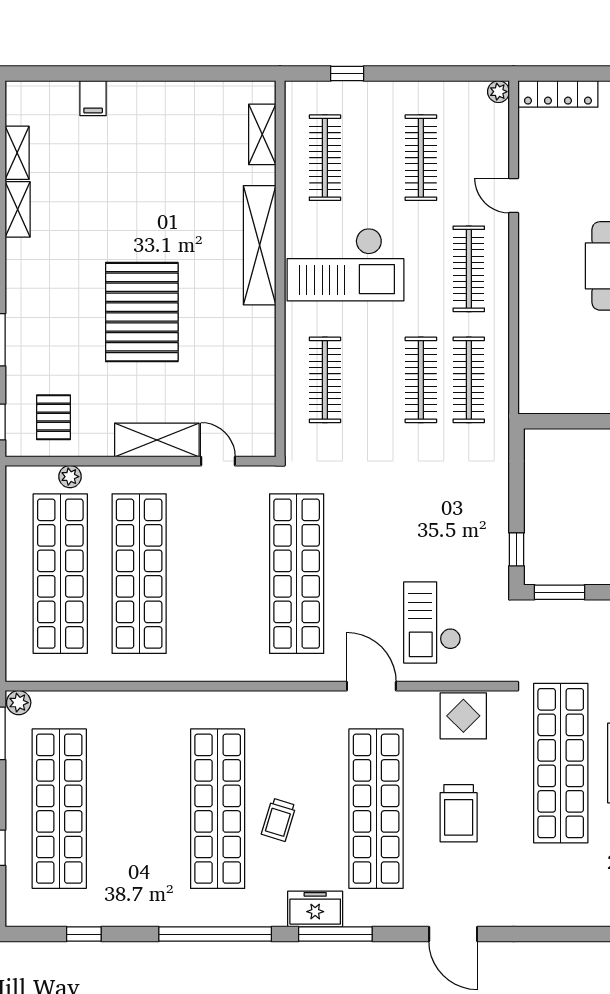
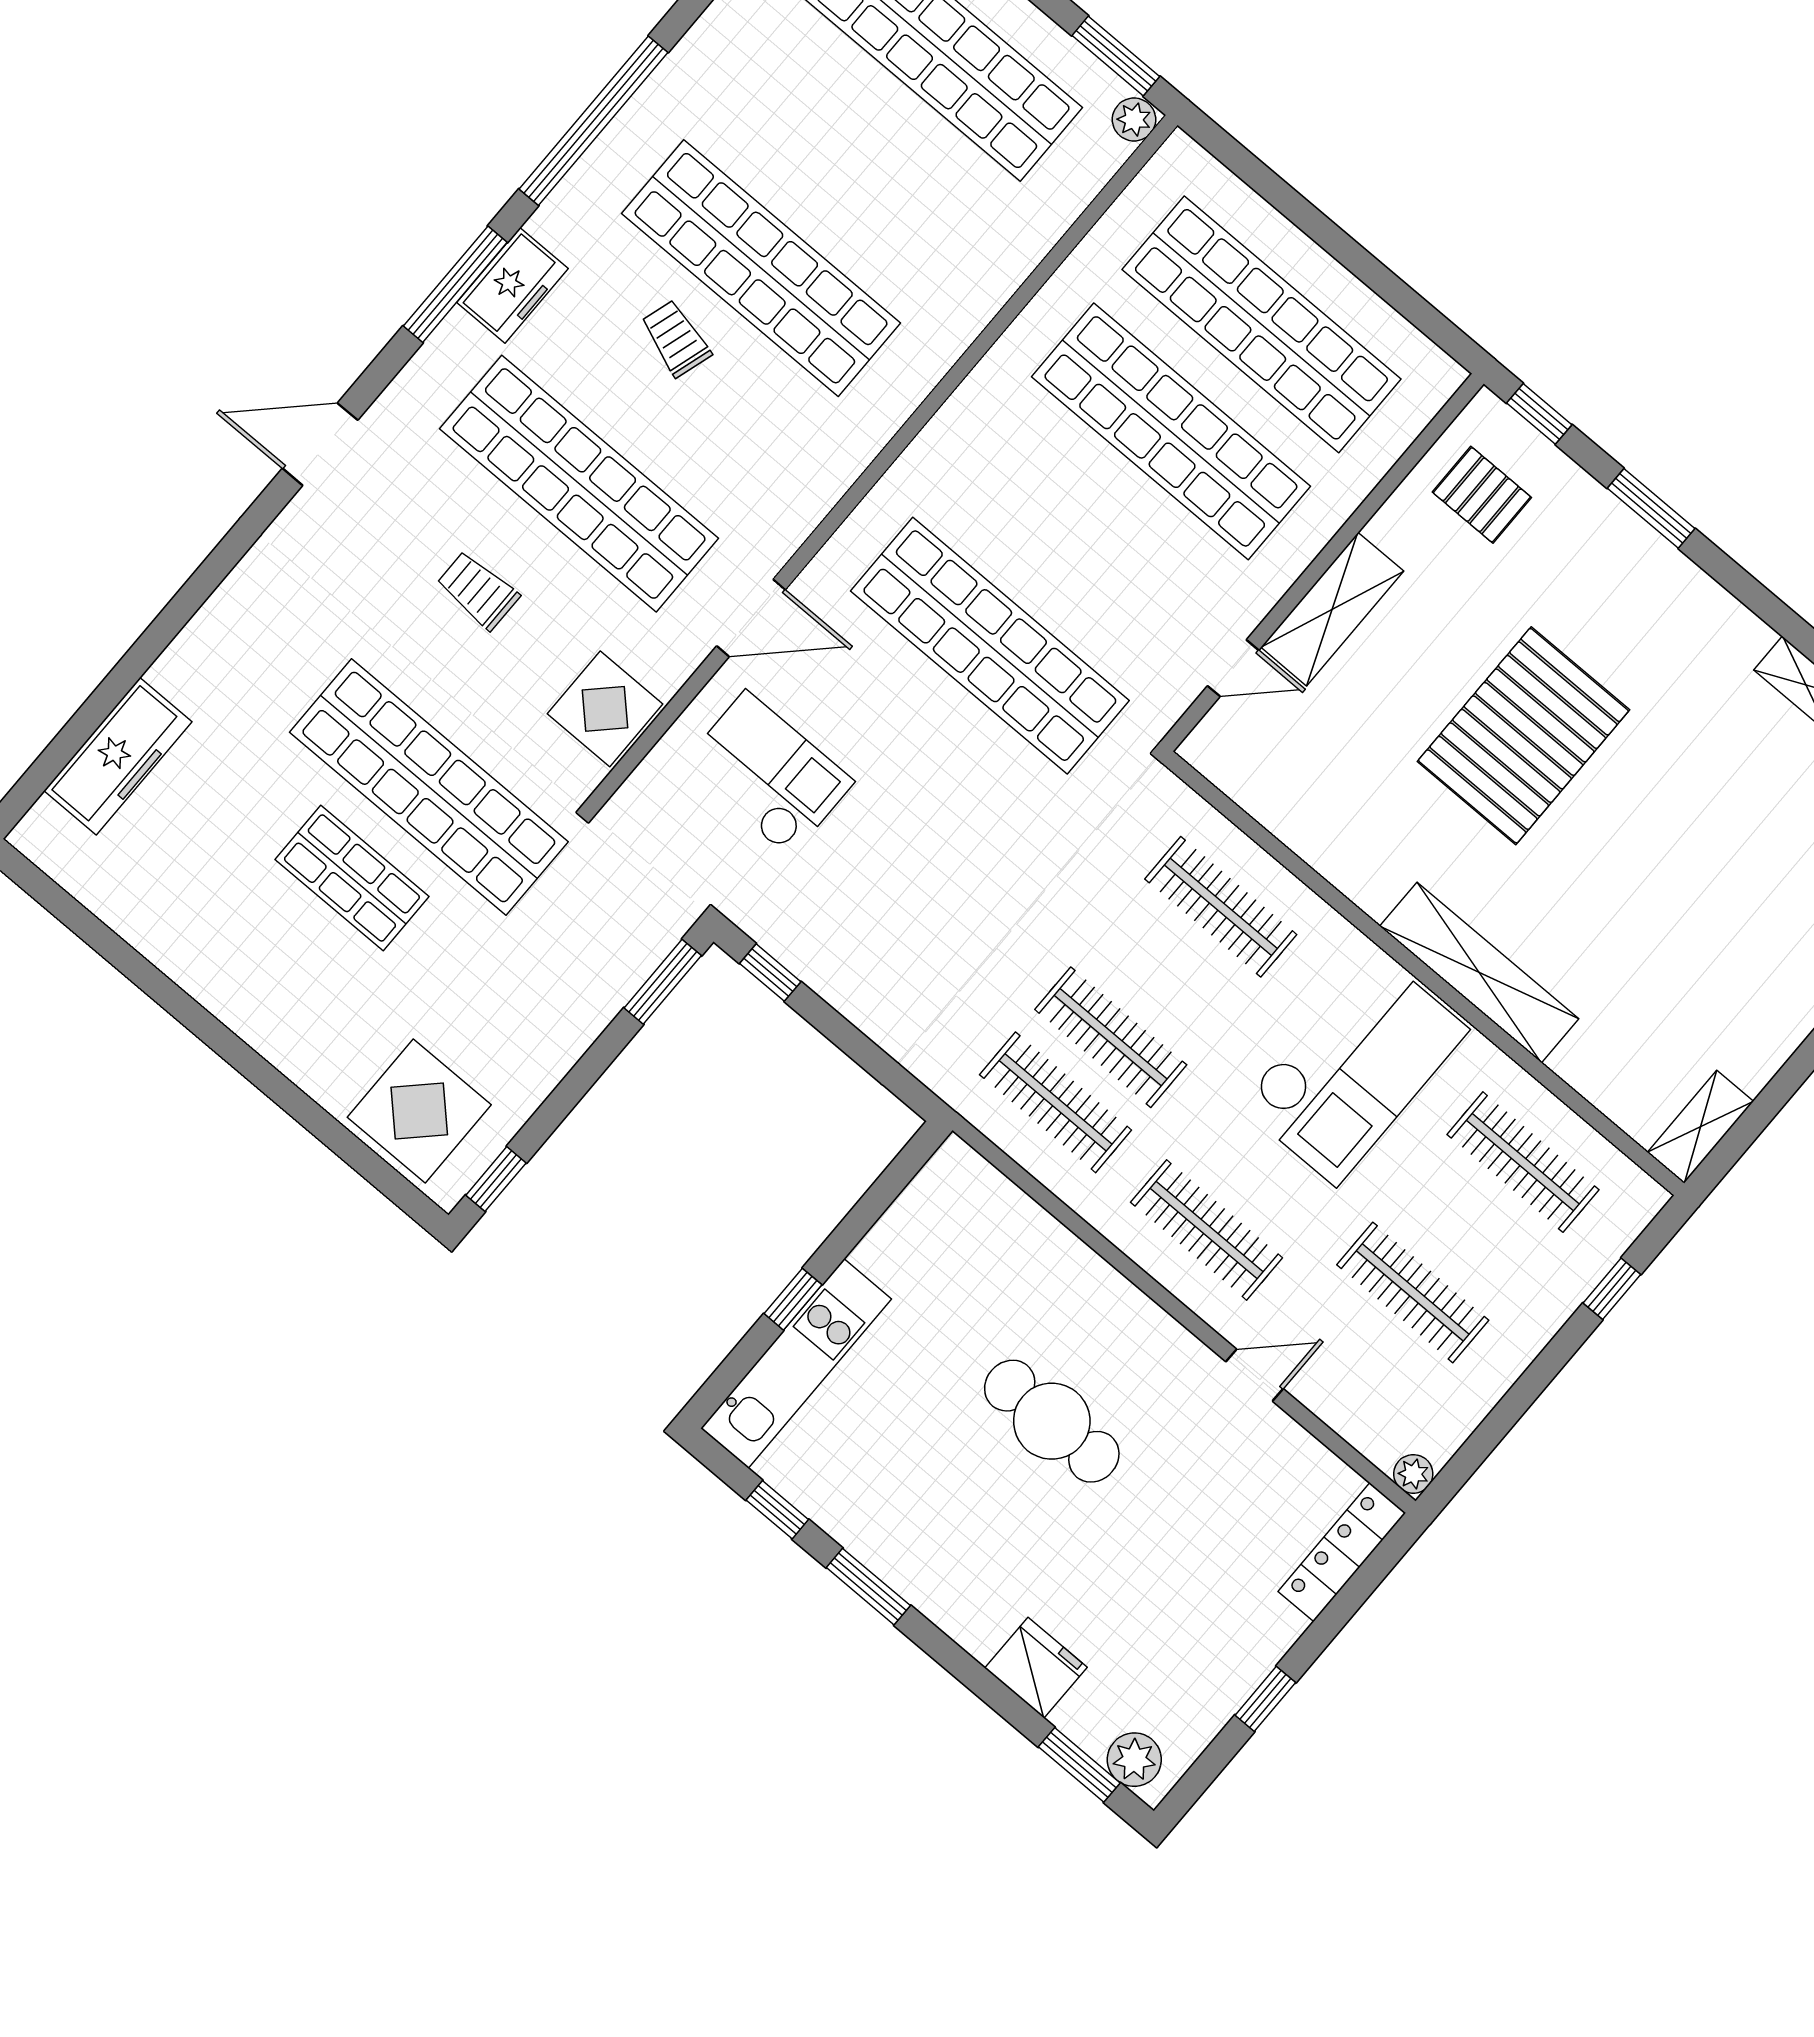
shelving: (262, 134) -> (1700, 1127), moved, turned 90
checkout: (345, 265) -> (1354, 1067), turned 180
pallet: (142, 312) -> (1523, 736), turned 90
plant: (70, 477) -> (1382, 449), removed
trolley: (459, 813) -> (478, 590), width x0.73, depth x0.72

